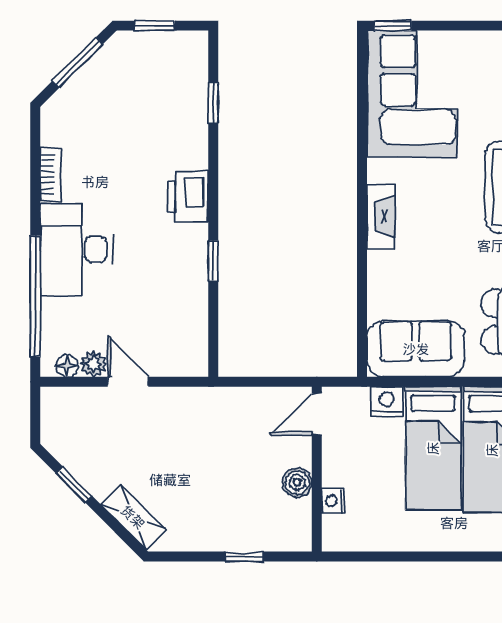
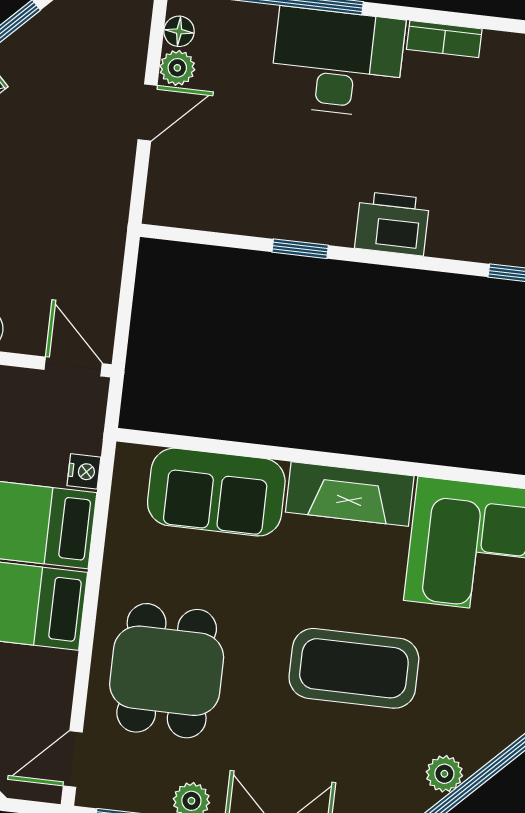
fireplace: (381, 217) -> (350, 494), width x1.37, depth x1.32
sofa: (416, 349) -> (216, 492), moved, turned 90
nightstand: (387, 401) -> (84, 471), width x0.72, depth x0.74

